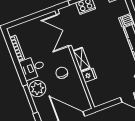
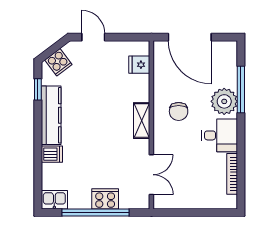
double door: (64, 30) -> (151, 175), width x0.73
fridge: (89, 75) -> (139, 65), moved

